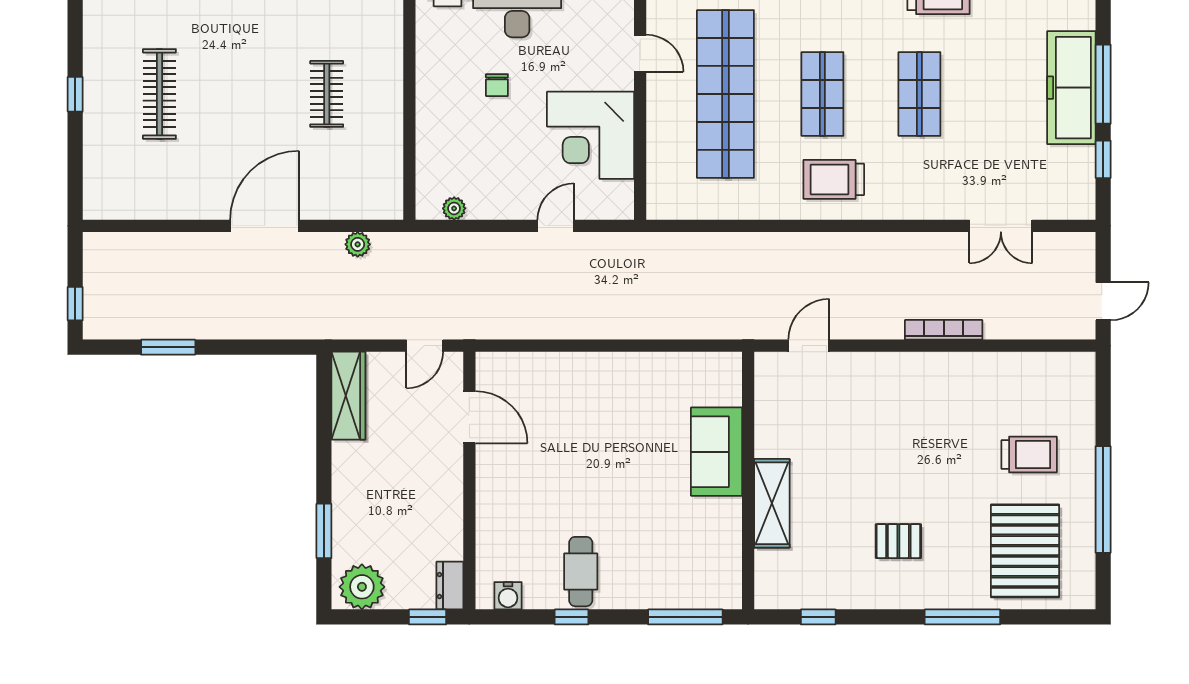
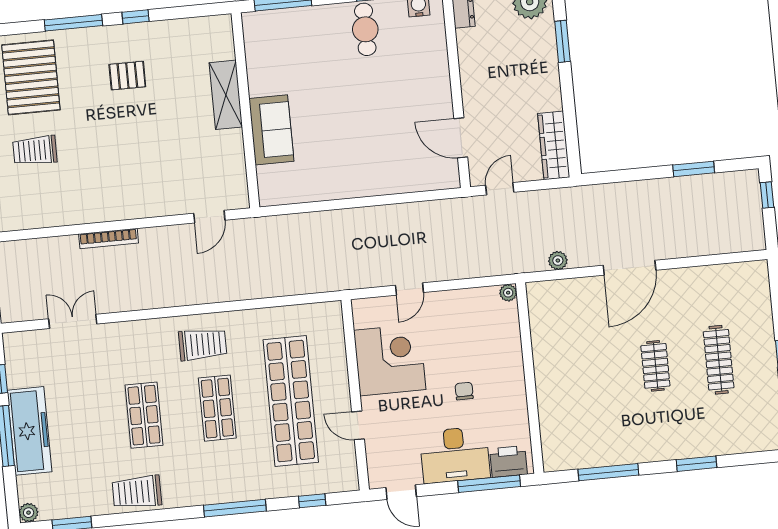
clothes rail: (327, 94) -> (655, 366), moved
plant: (454, 208) -> (508, 293), moved
window: (818, 617) -> (135, 17), moved

